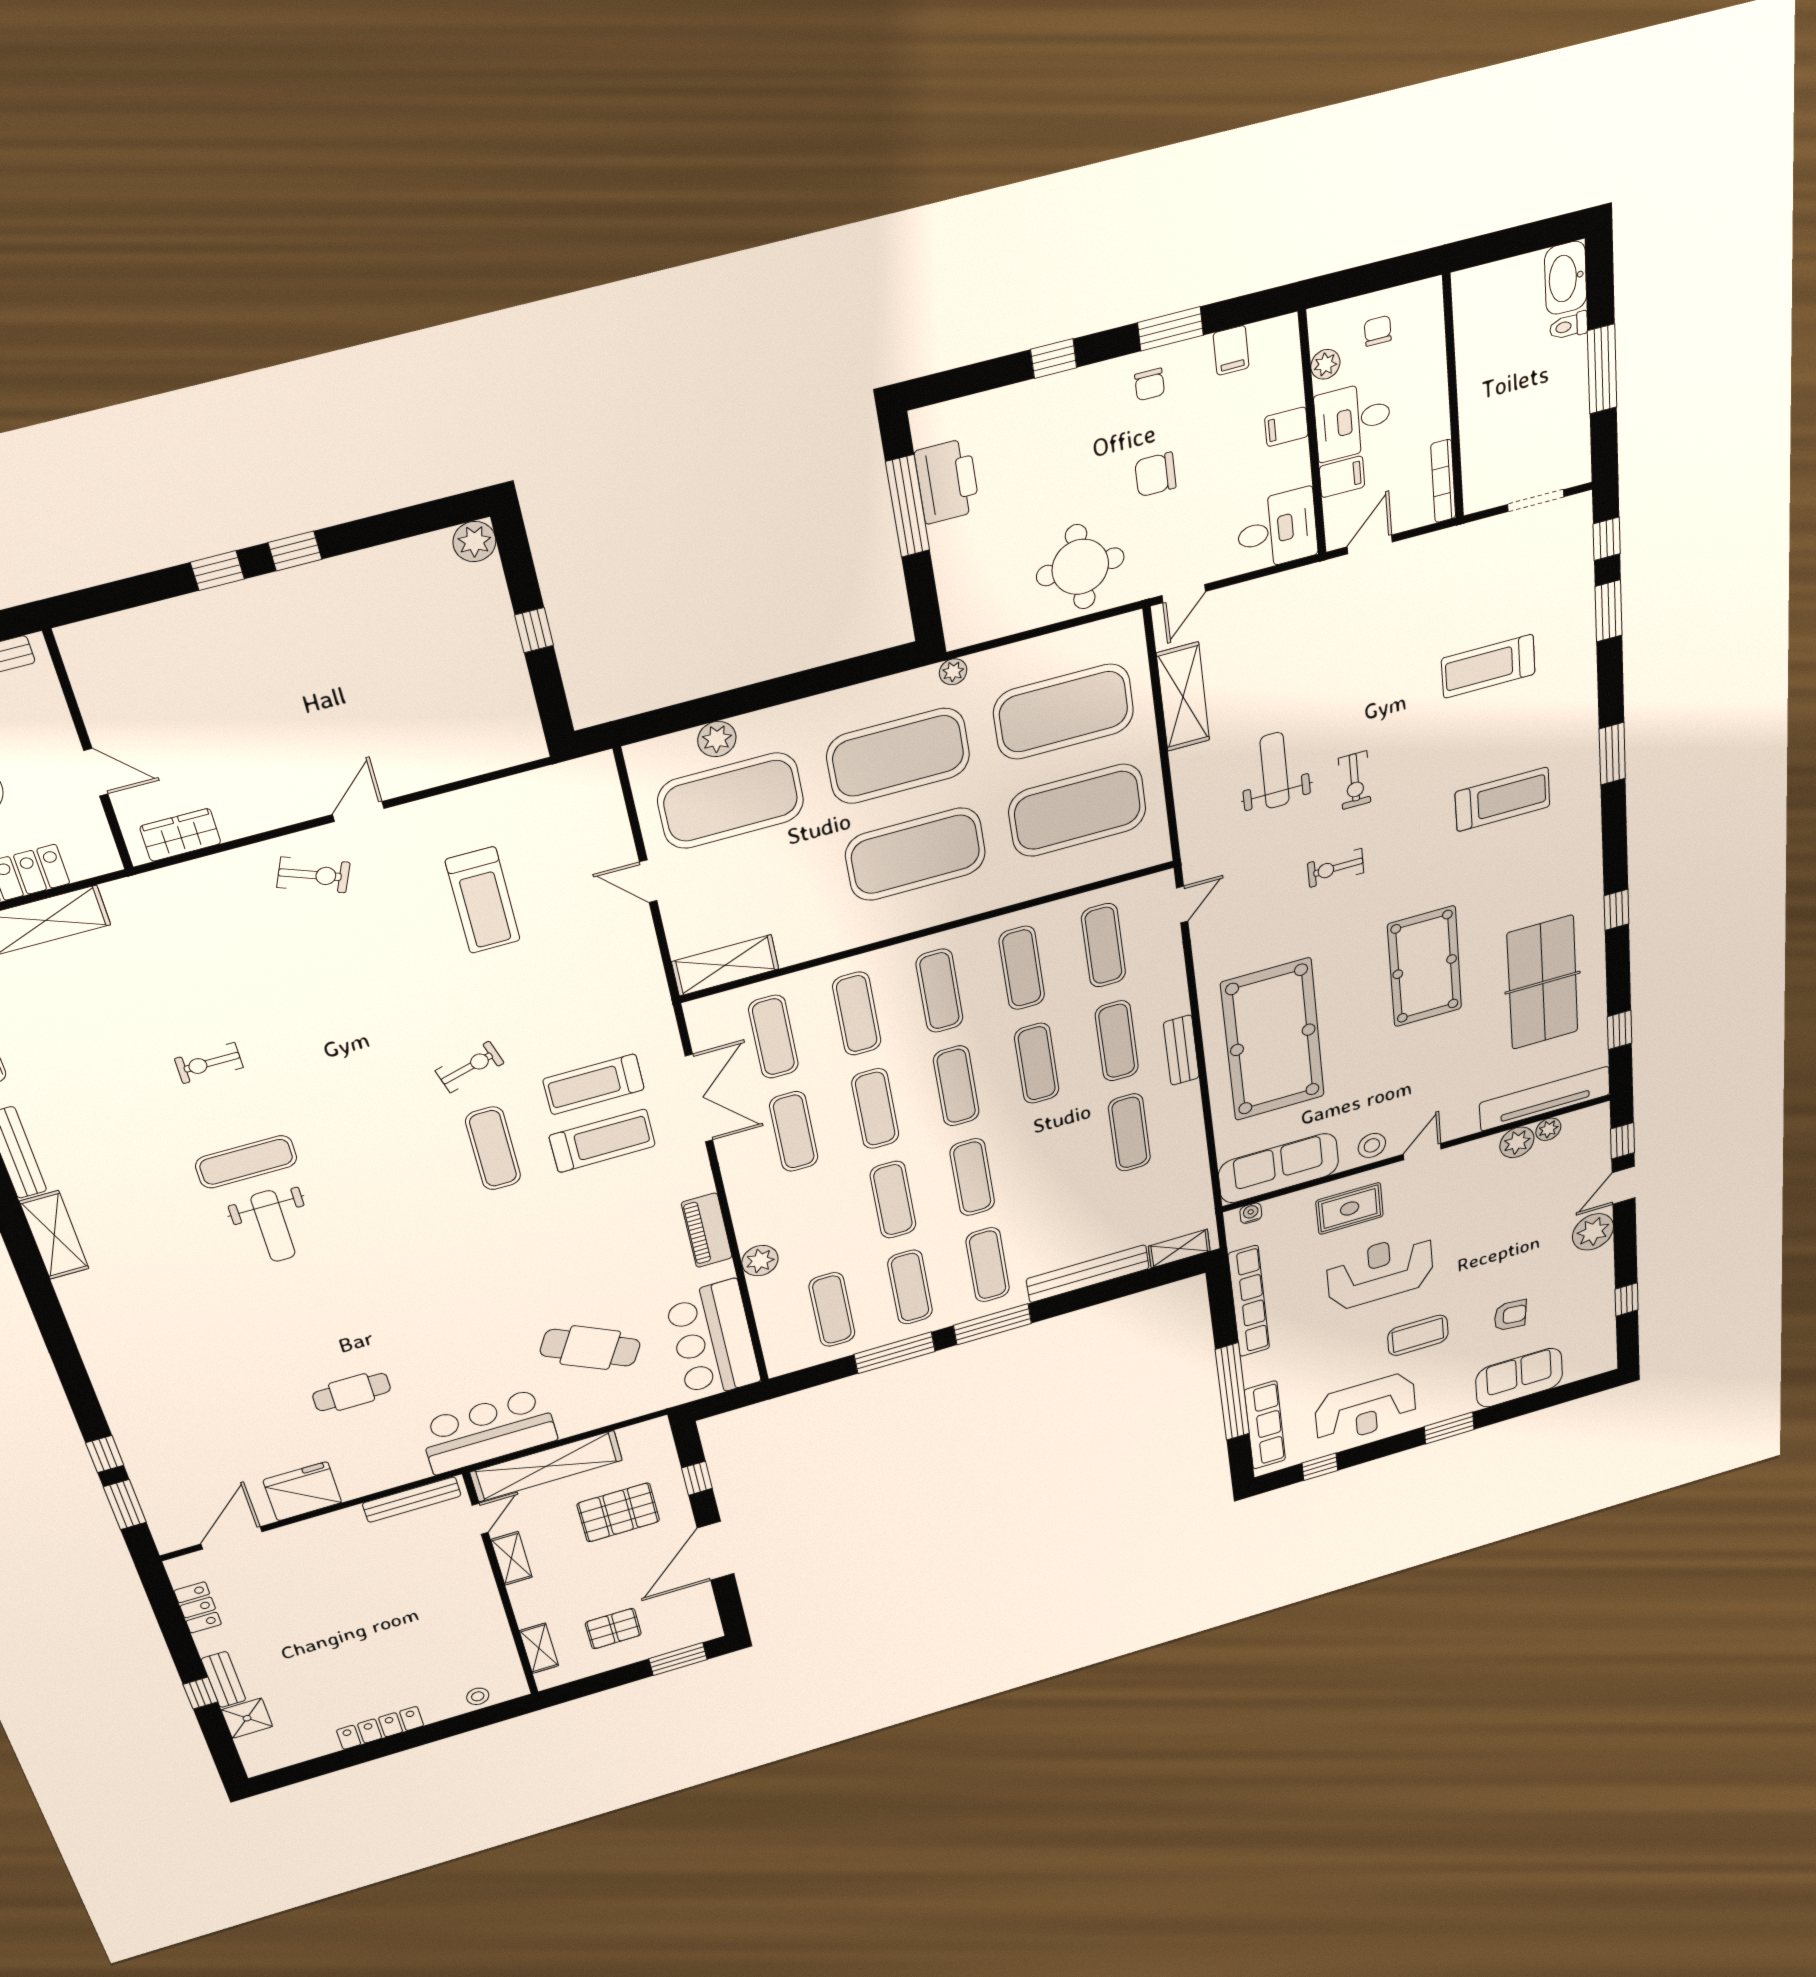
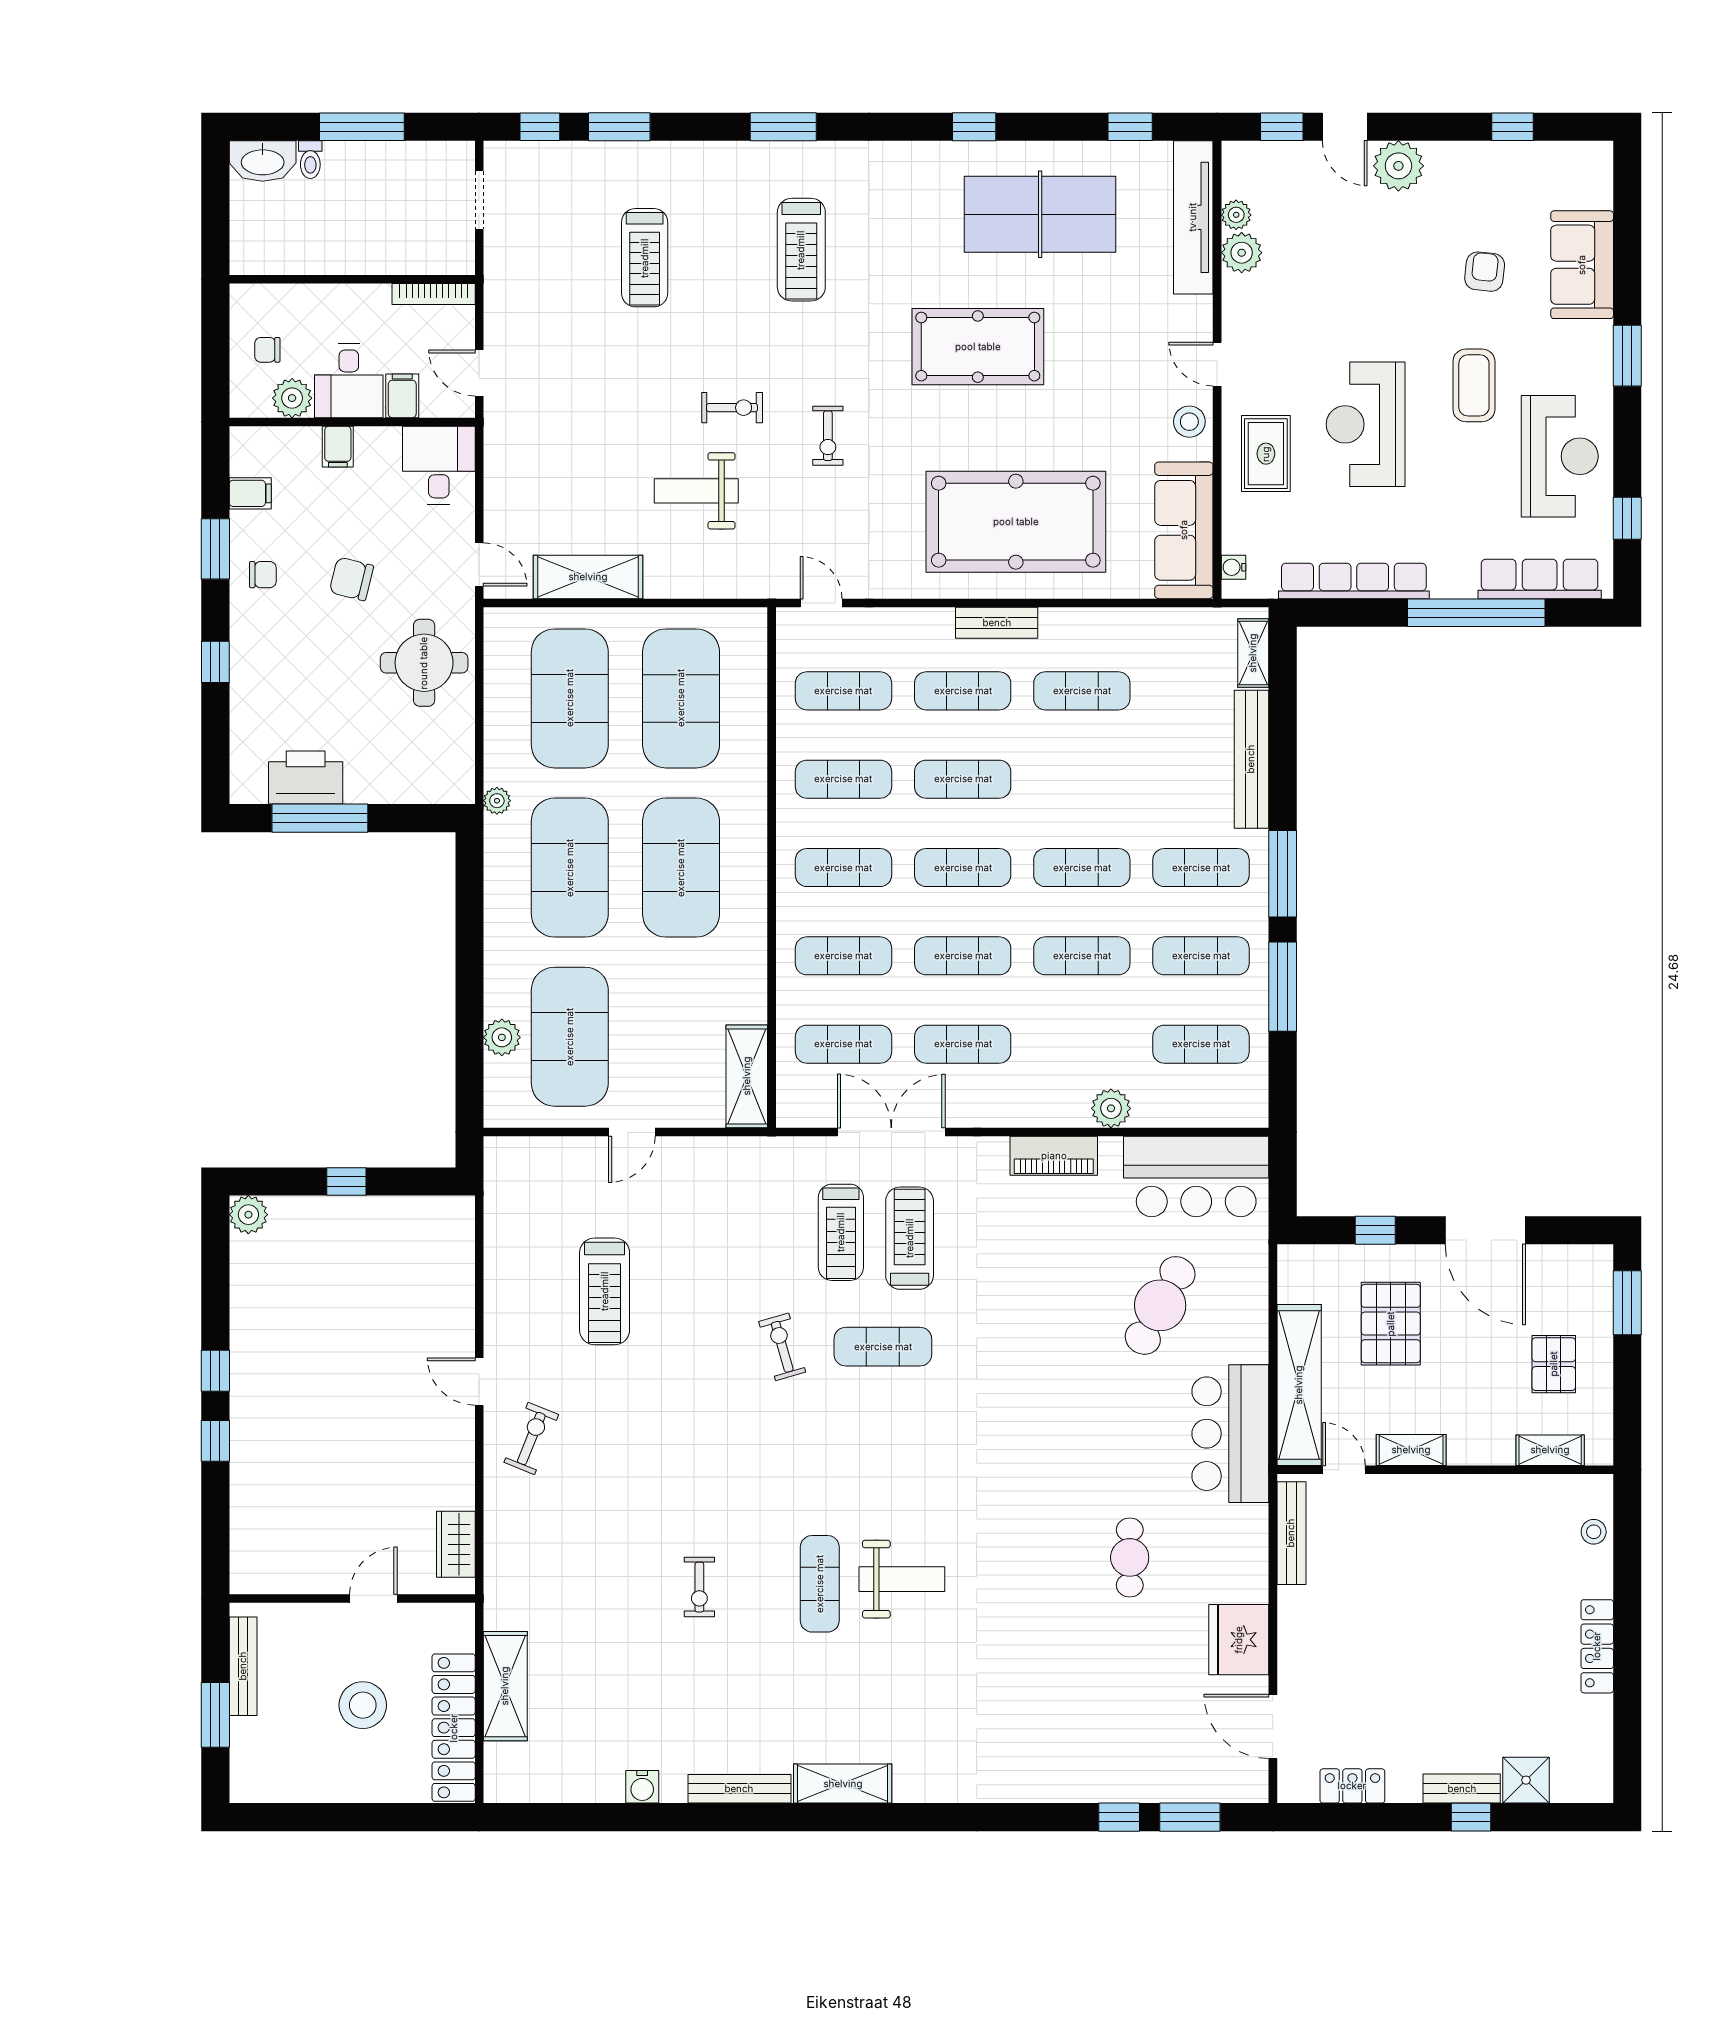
plant: (1325, 364) -> (292, 398), width x1.38, depth x1.38
chair: (1155, 474) -> (351, 579), turned 104
treadmill: (1502, 799) -> (801, 250), turned 180
treadmill: (483, 900) -> (605, 1291), turned 90

